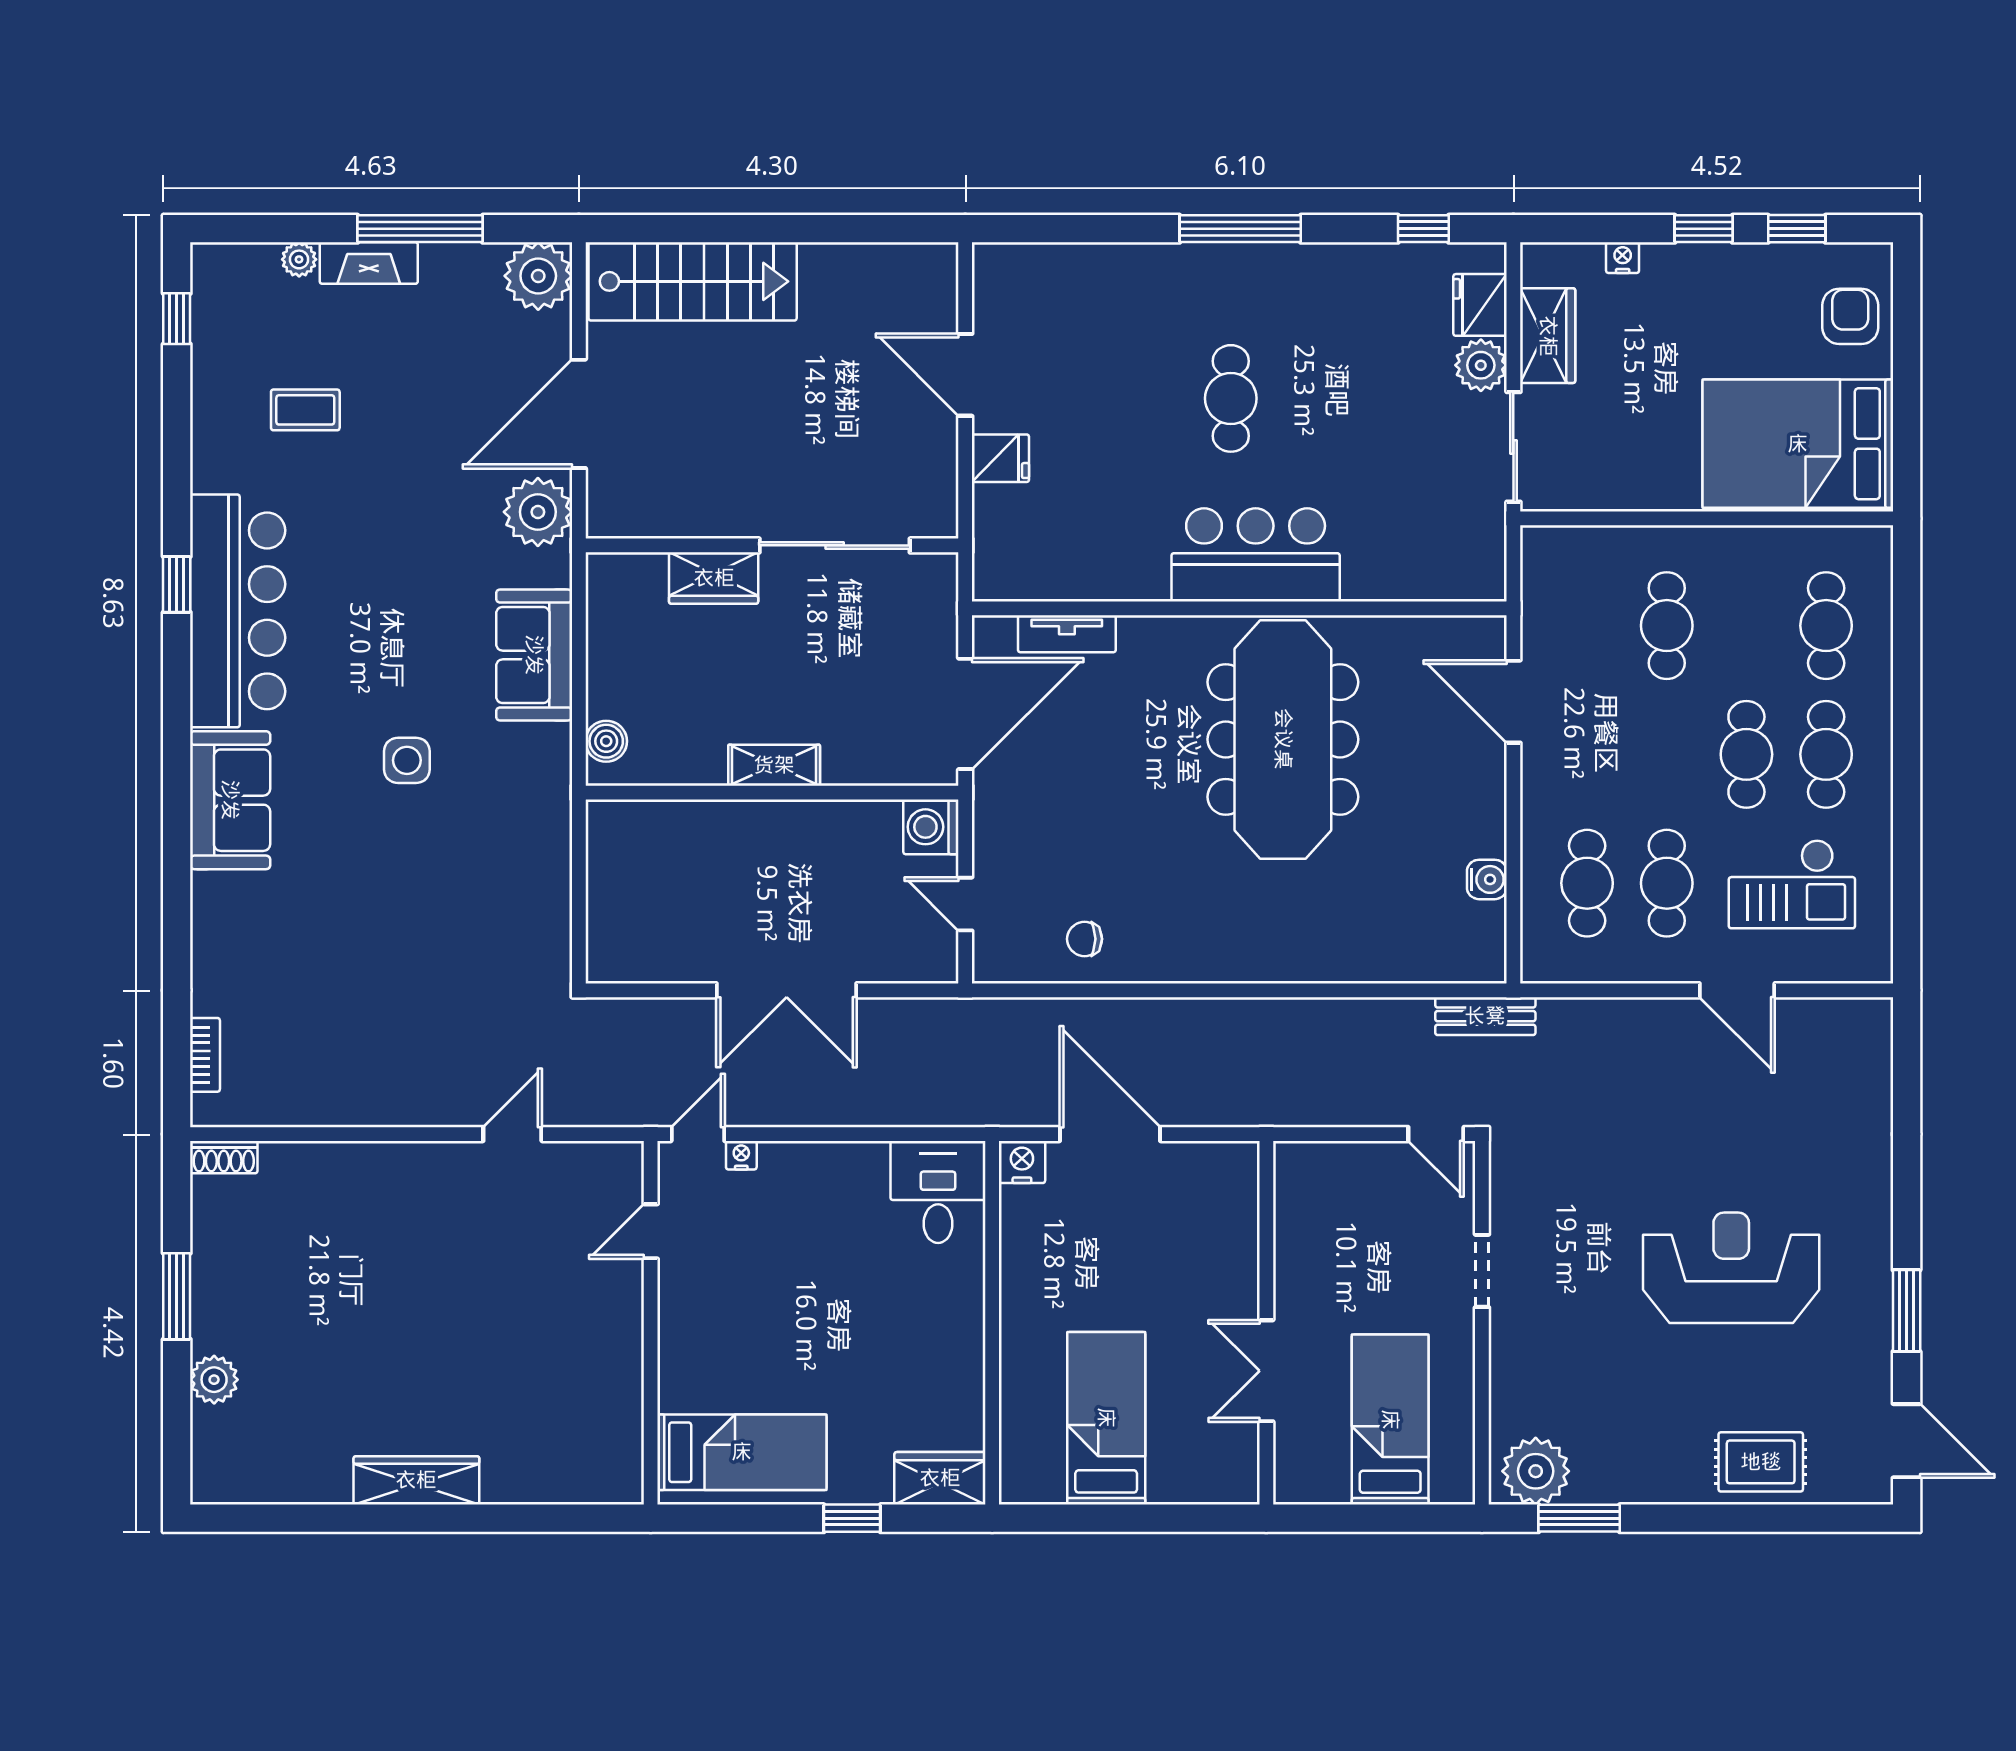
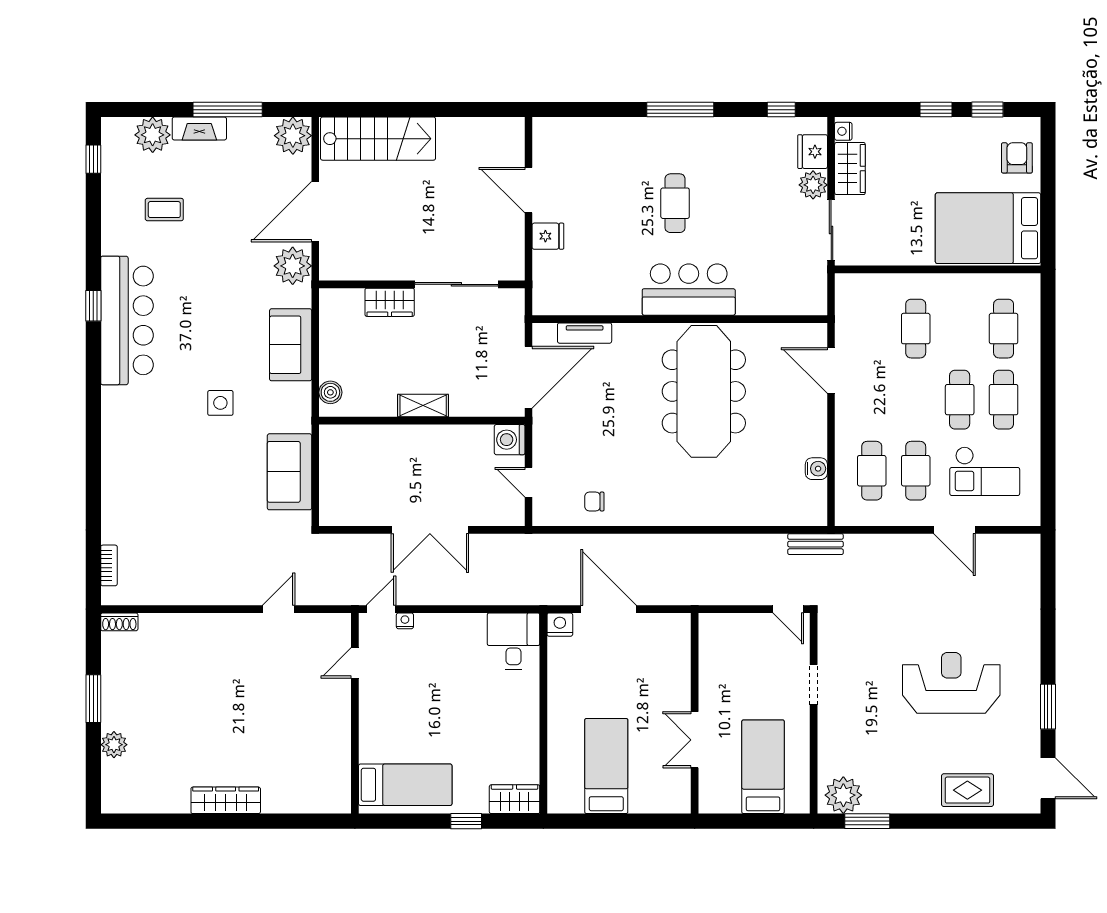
nightstand: (1623, 258) -> (843, 131), moved, turned -90
plant: (299, 259) -> (153, 135), width x1.88, depth x1.88
sofa: (230, 800) -> (289, 472), moved, turned 180

